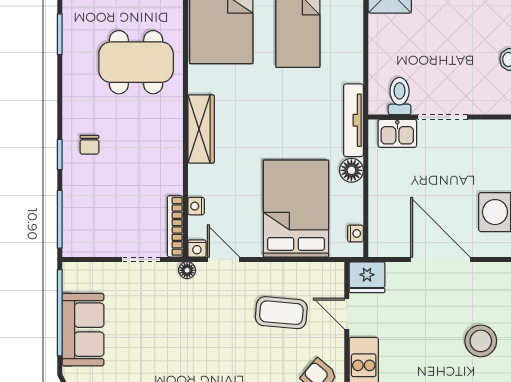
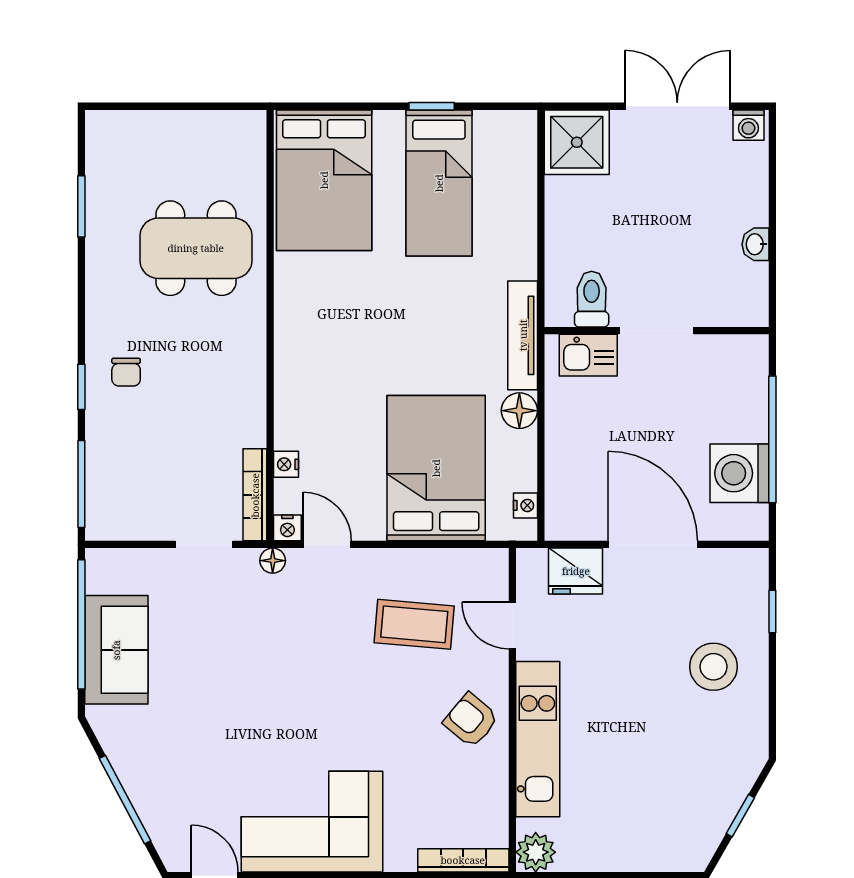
wardrobe: (201, 129) -> (294, 349), removed
fridge: (367, 277) -> (576, 571), moved

